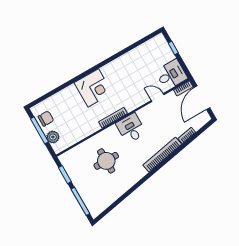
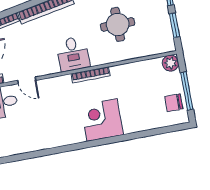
plant: (53, 137) -> (170, 63), moved

